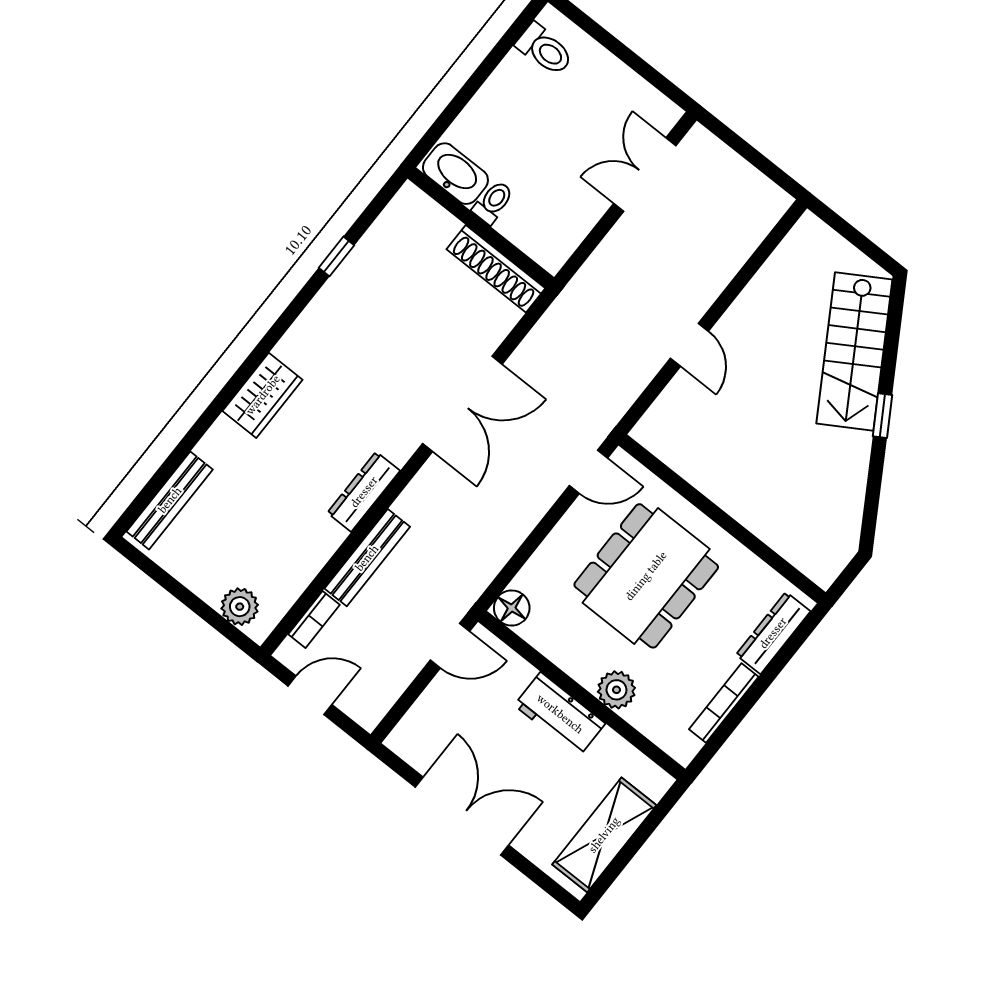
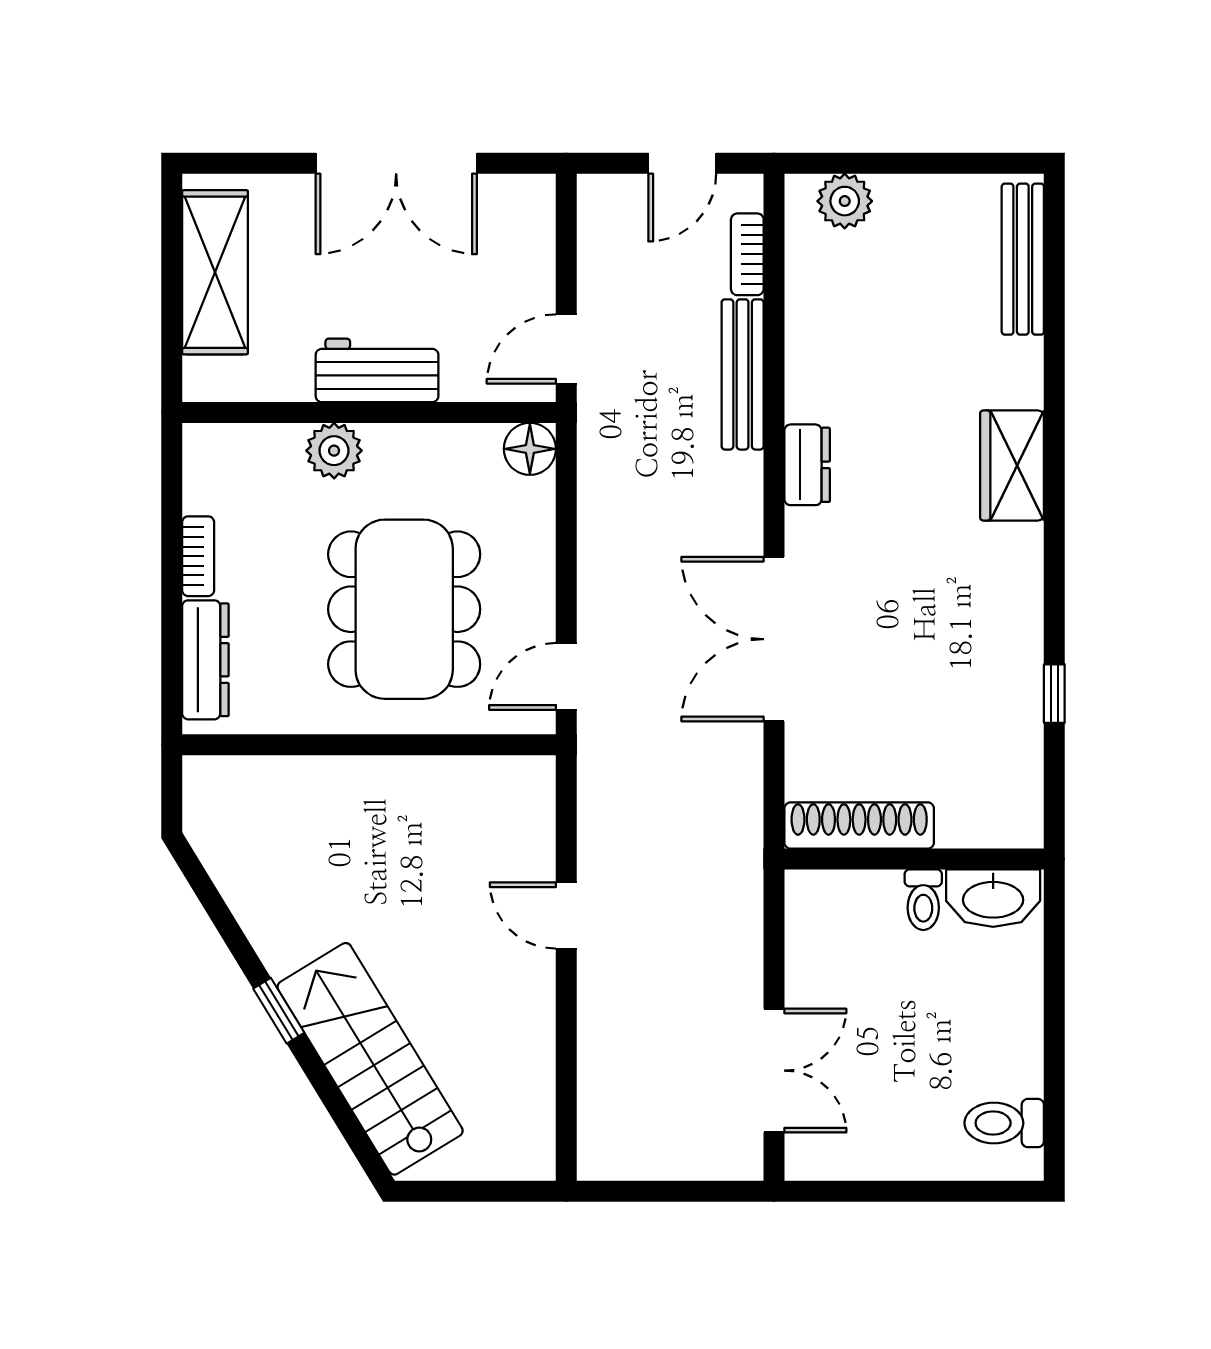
dresser: (364, 492) -> (807, 465), width x0.70
bookcase: (724, 703) -> (198, 556), width x0.64

